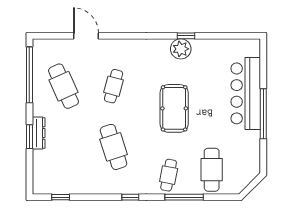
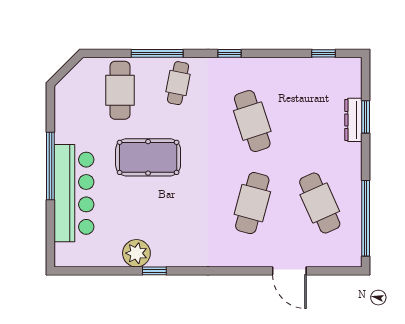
plant: (181, 49) -> (136, 253), moved
cafe table: (114, 86) -> (252, 203), width x1.37, depth x1.35
pool table: (174, 108) -> (148, 157), moved, turned 90
dresser: (39, 133) -> (353, 120), moved
window: (29, 137) -> (366, 117), moved

